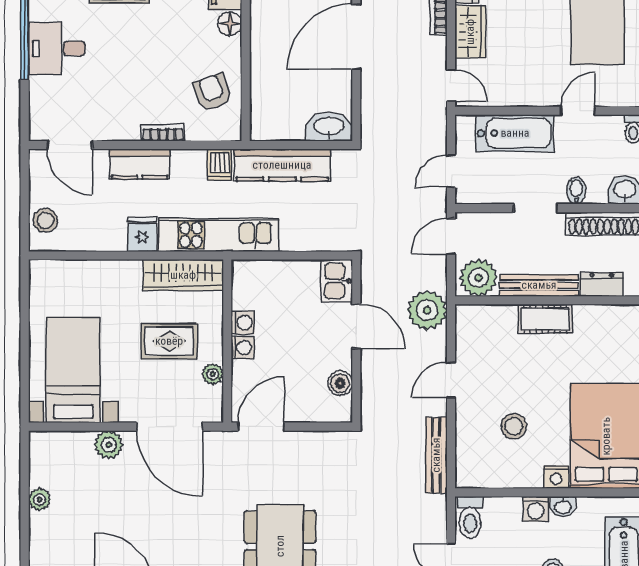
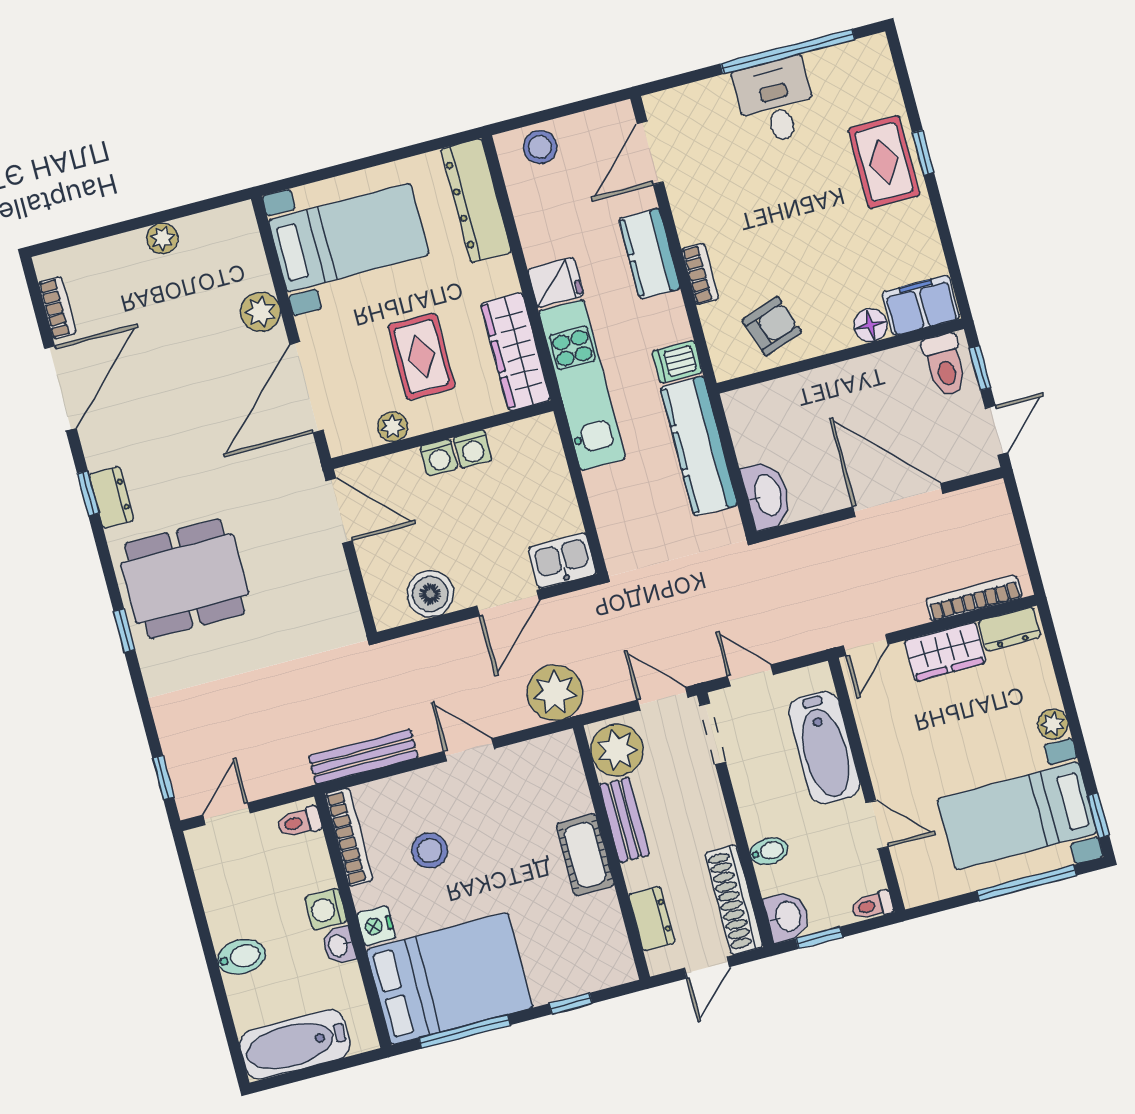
doorway: (535, 208) -> (713, 734), moved
dresser: (71, 275) -> (476, 201), added
bench: (539, 285) -> (624, 820), width x0.73
boiler: (340, 383) -> (430, 594), width x1.36, depth x1.36
bookcase: (490, 480) -> (349, 837), added
toilet: (470, 517) -> (299, 822), width x0.73, depth x0.72

